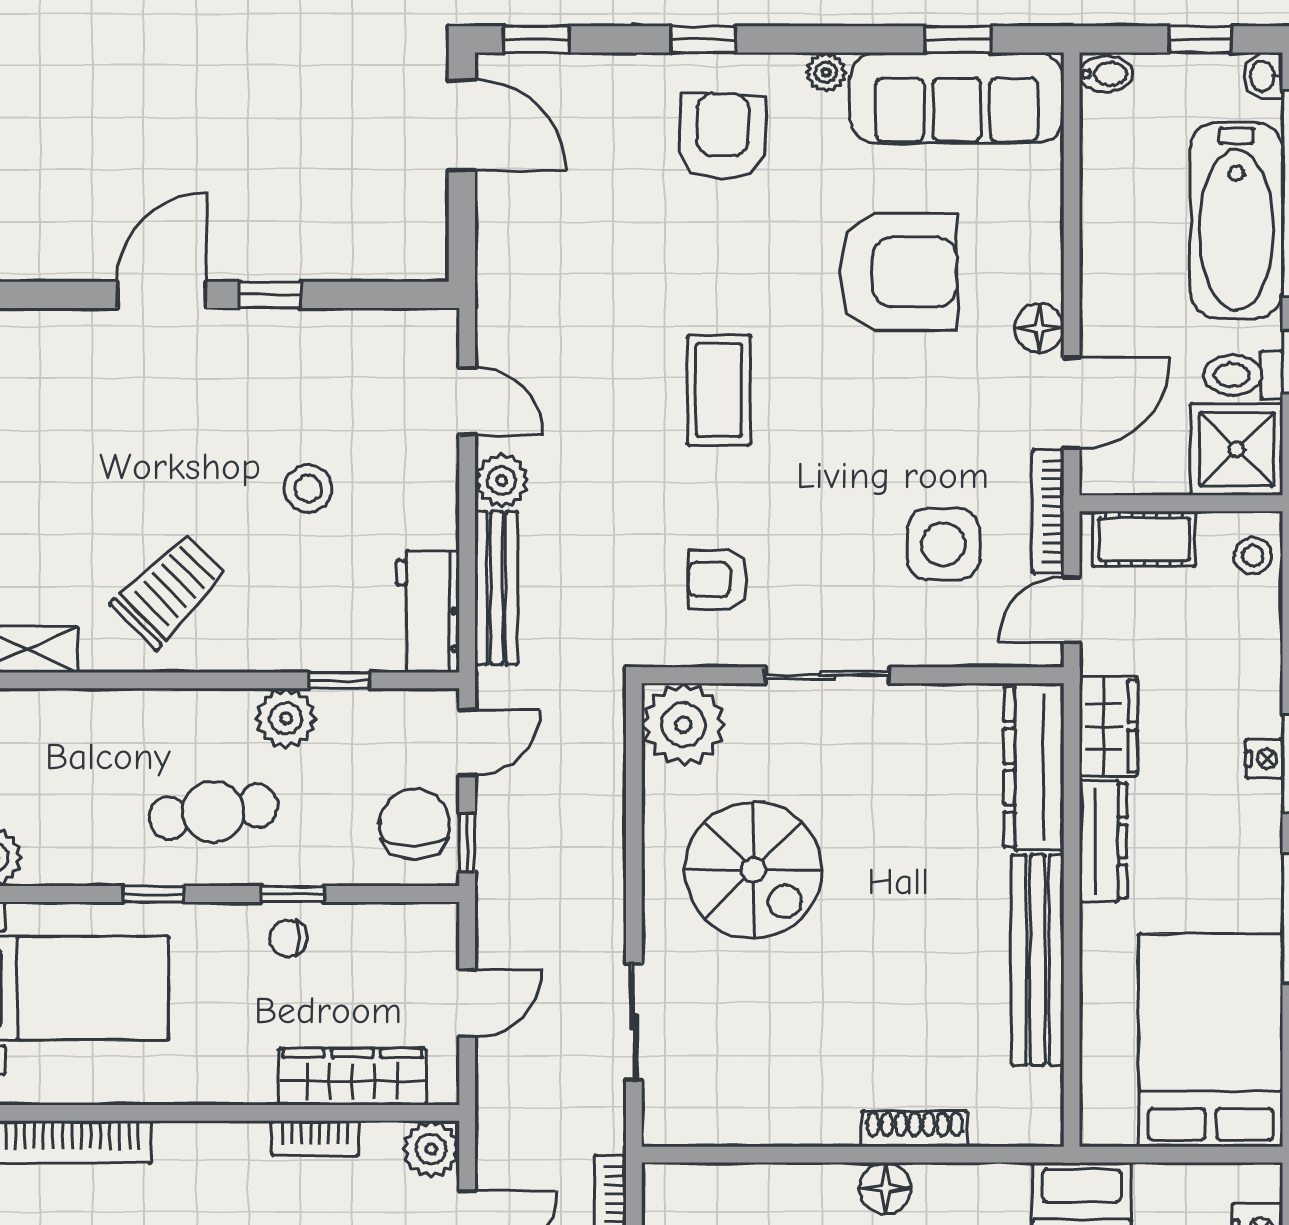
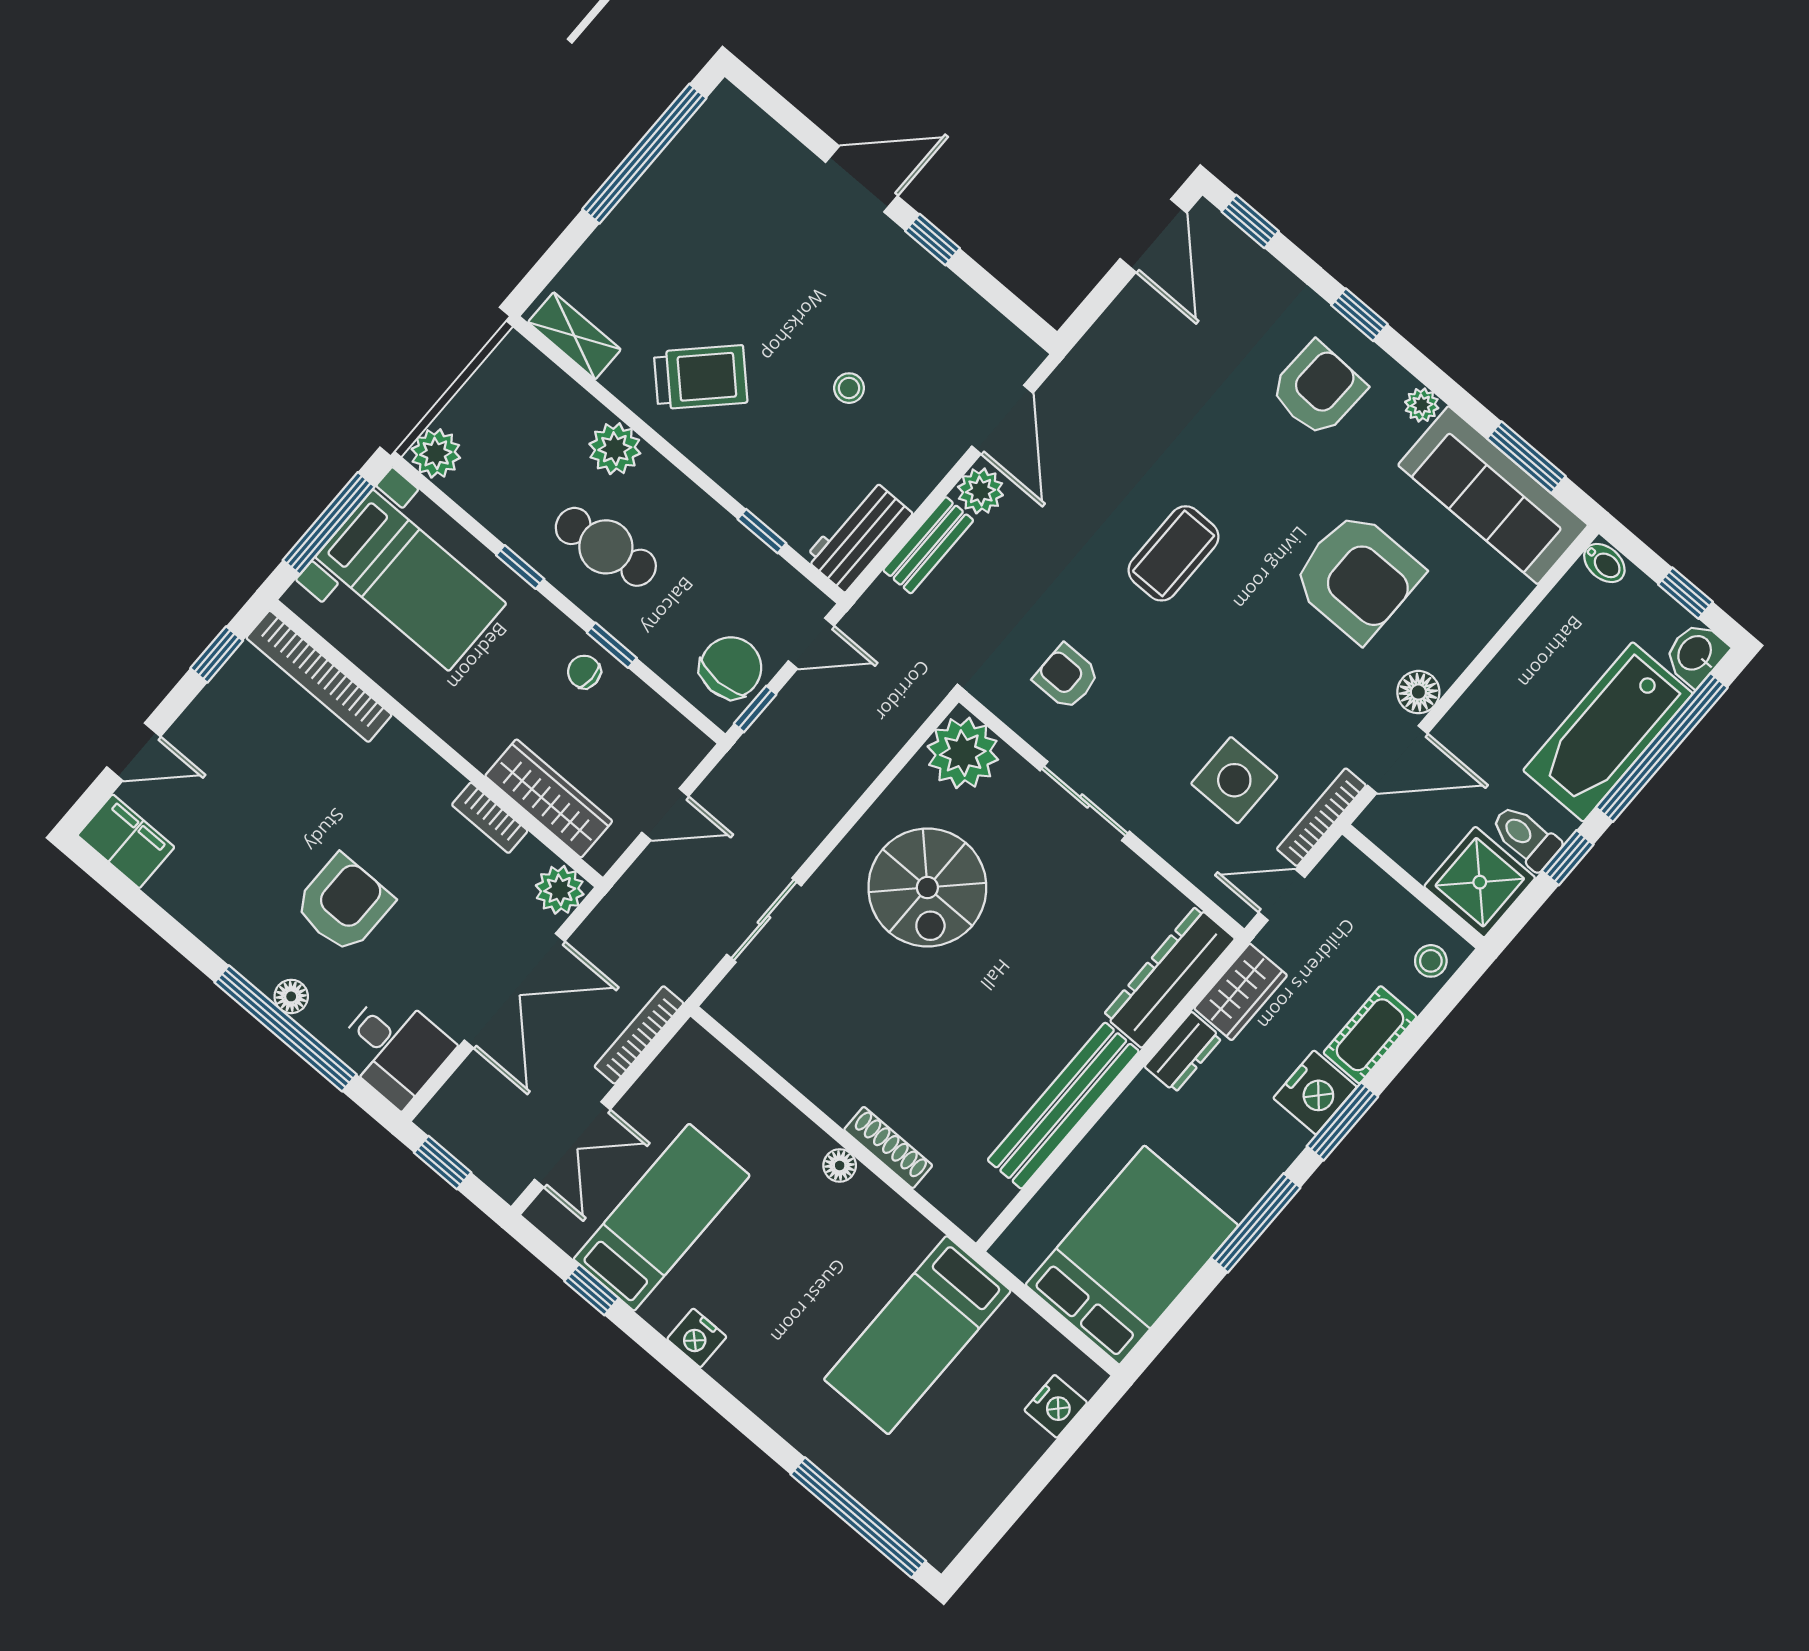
window: (958, 39) -> (1526, 457), width x1.50
washbasin: (1264, 76) -> (1696, 654), width x1.38, depth x1.45
door: (467, 401) -> (1002, 420), width x1.38
stool: (308, 489) -> (849, 388), width x0.73, depth x0.73
cot: (1144, 539) -> (1370, 1035), moved, turned 90
bench: (496, 588) -> (928, 545), width x0.73
plant: (286, 718) -> (615, 449), moved
nightstand: (1264, 759) -> (1315, 1092), width x1.89, depth x1.79
dresser: (1103, 841) -> (1183, 1052), width x0.70
floor lamp: (885, 1188) -> (840, 1165), width x0.73, depth x0.73

